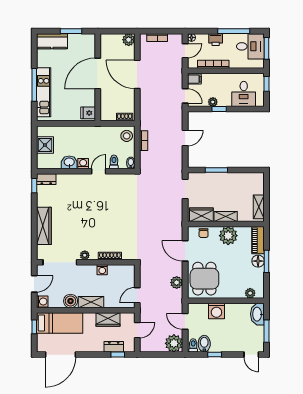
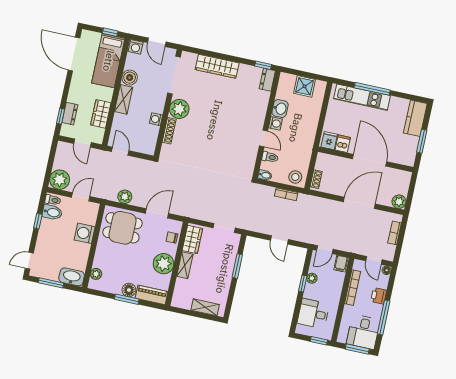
dishwasher: (88, 100) -> (343, 144), added
shelving: (259, 207) -> (205, 307), moved
plant: (85, 255) -> (179, 109), width x1.87, depth x1.87

